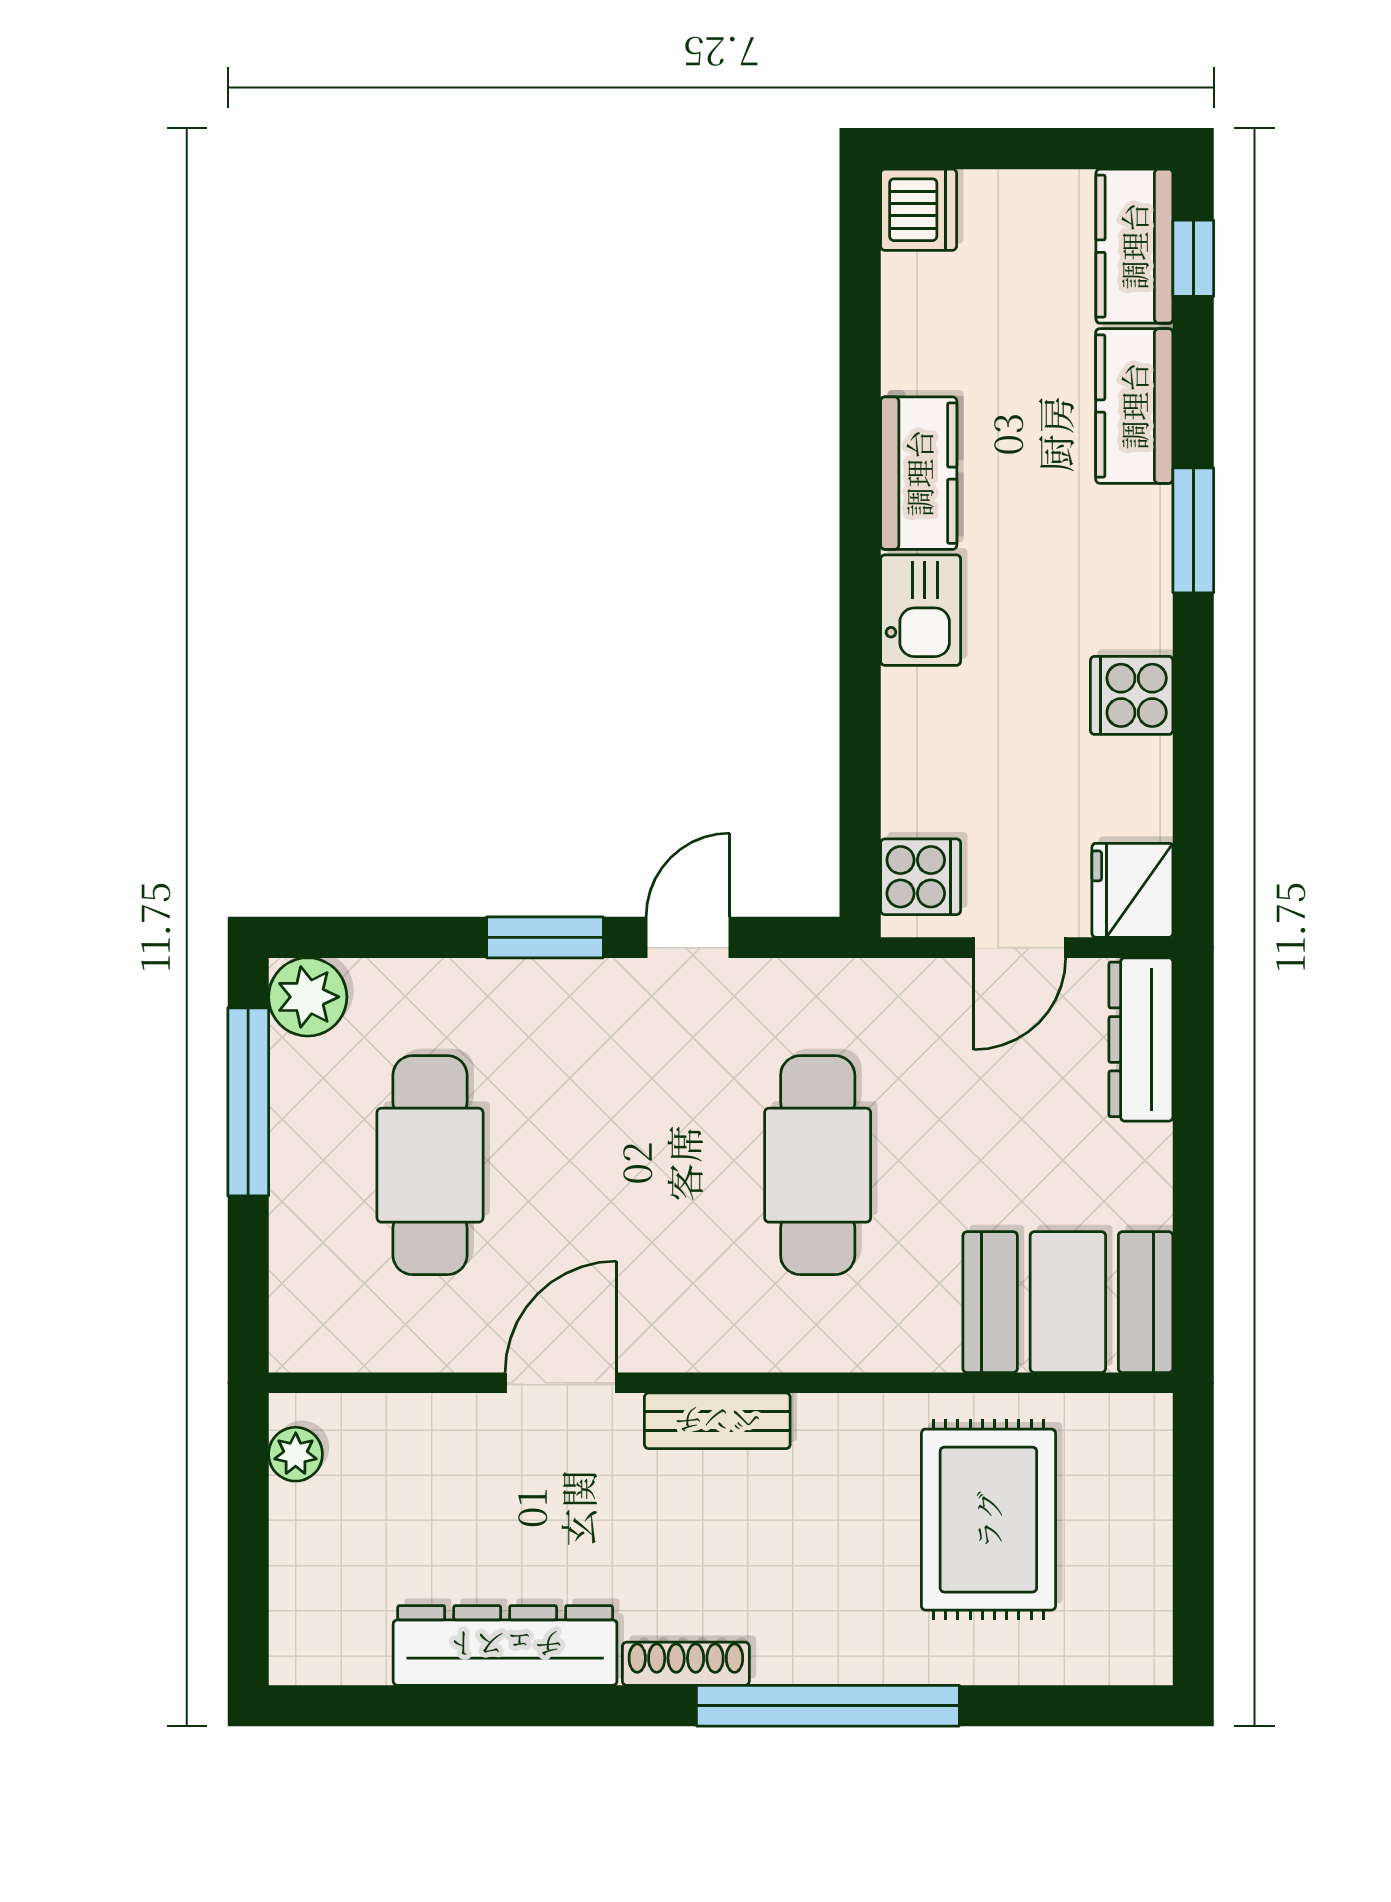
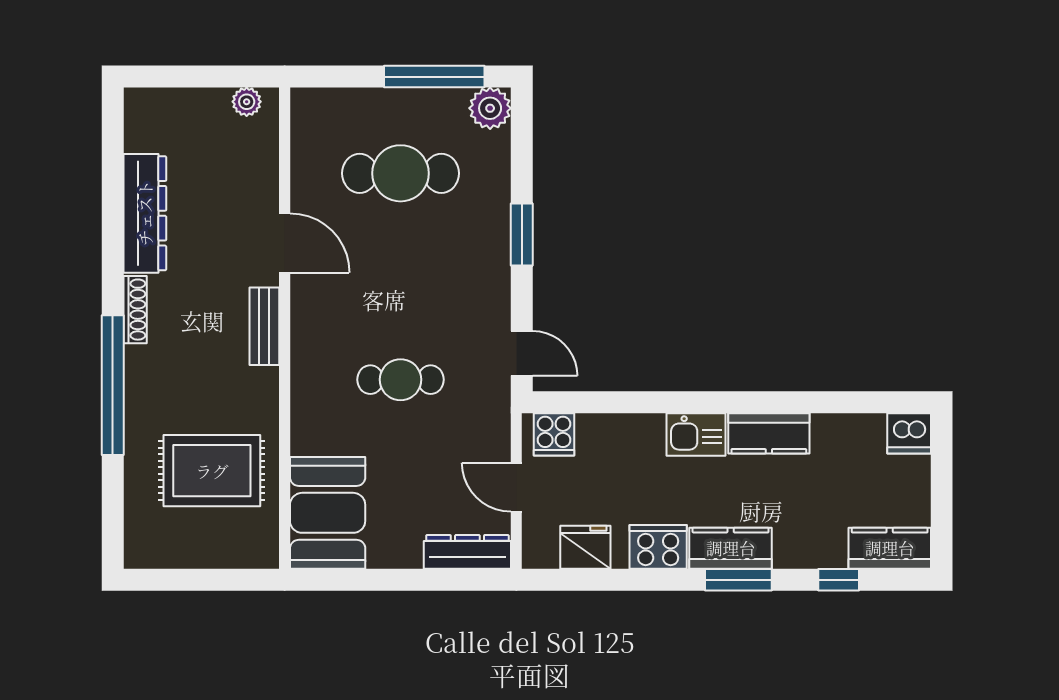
window: (1193, 258) -> (839, 580), moved
kitchen counter: (1134, 406) -> (731, 548), moved
cooker: (1132, 695) -> (658, 547), width x1.36
fridge: (1132, 890) -> (585, 547), moved
door: (688, 937) -> (522, 353), moved
cafe table: (818, 1165) -> (400, 380), width x0.73, depth x0.74

